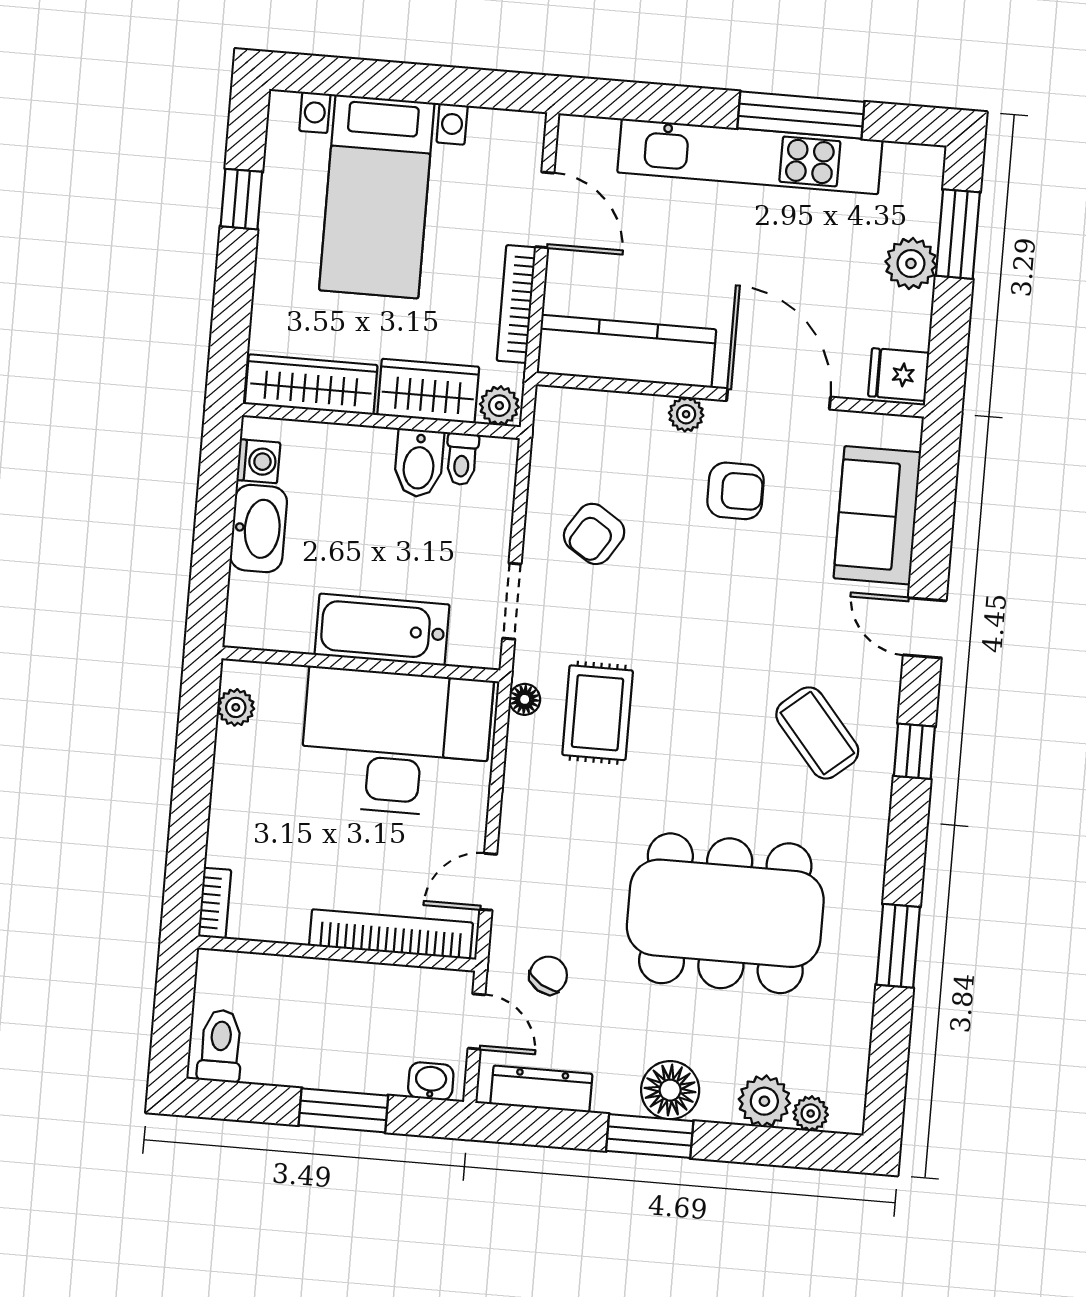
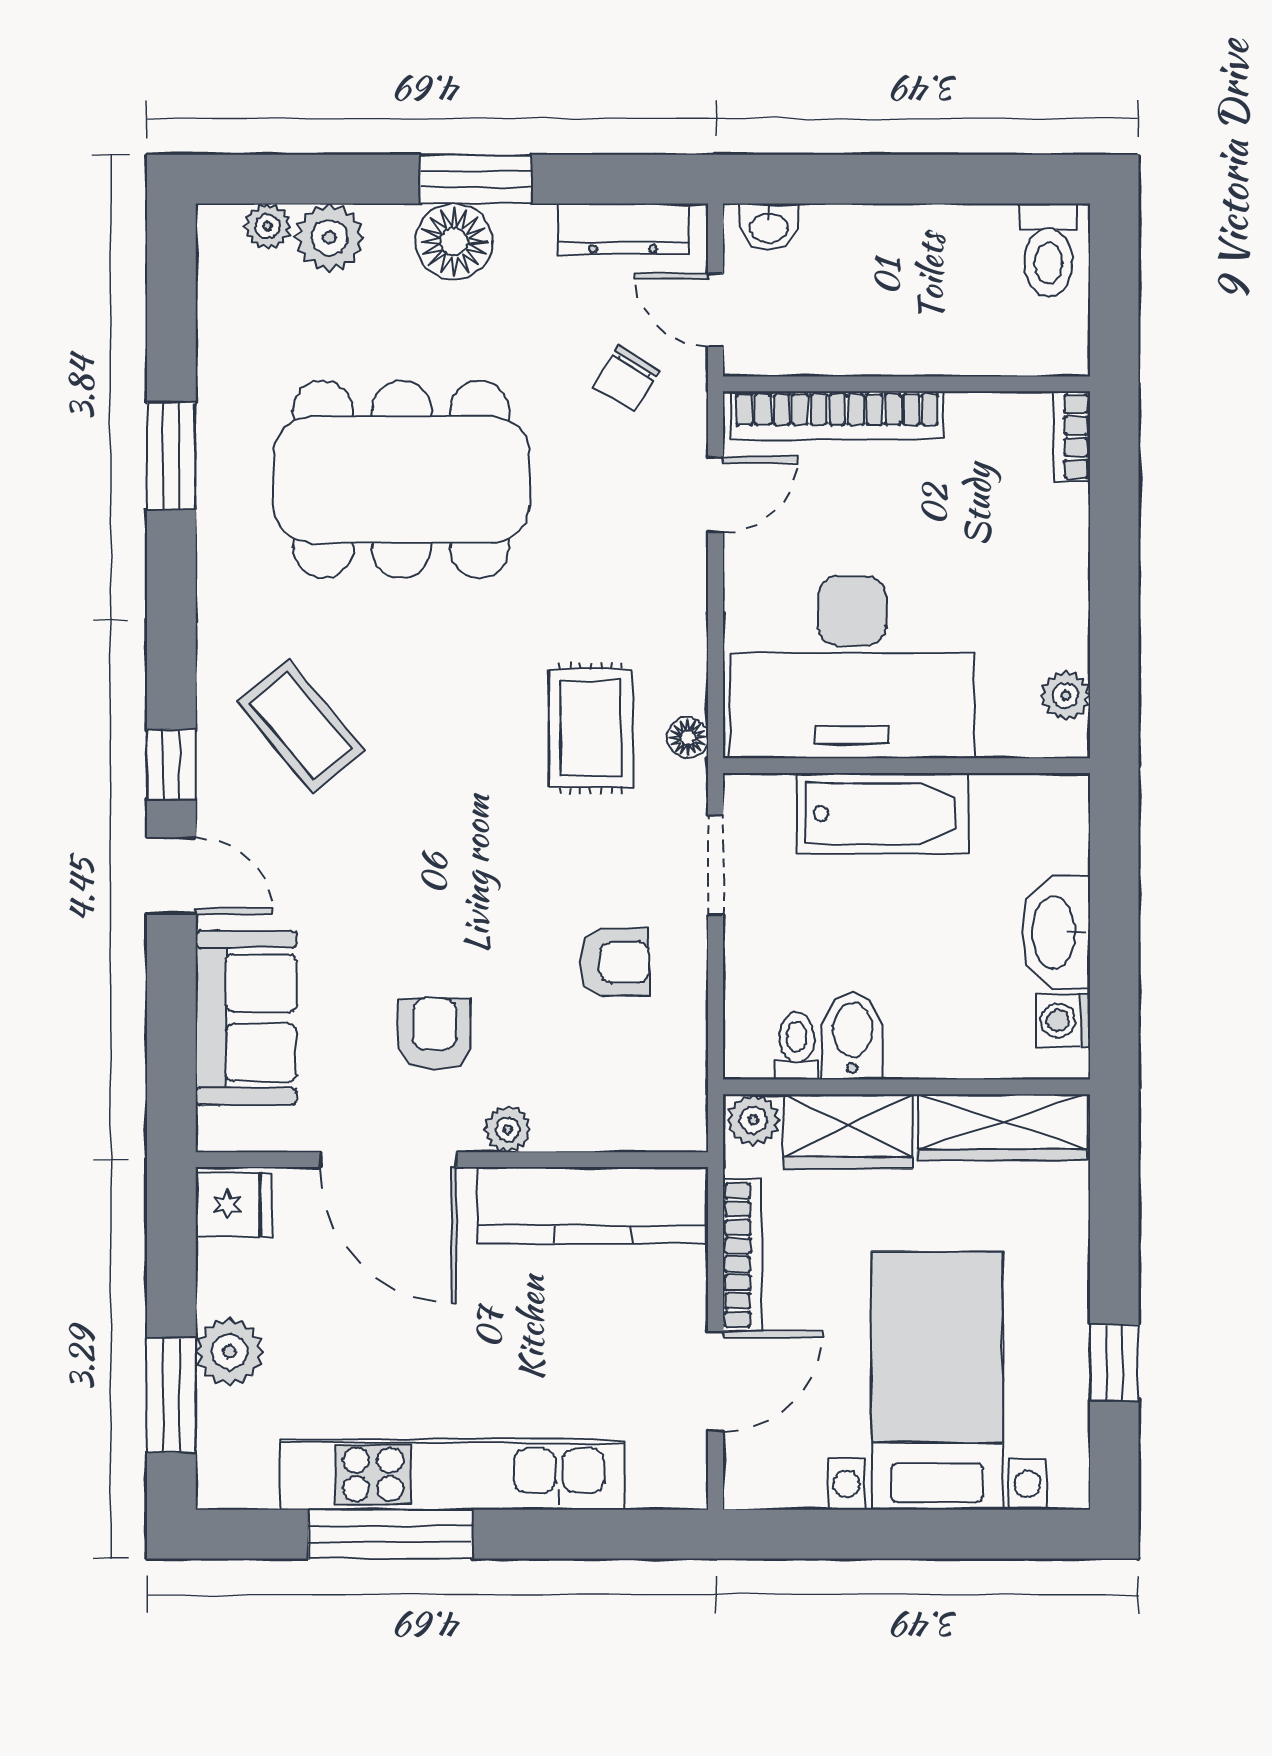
door: (545, 210) -> (715, 1382), swing flipped
armchair: (735, 491) -> (434, 1034), turned 90
armchair: (594, 534) -> (615, 962), turned 57
window: (914, 751) -> (171, 764), moved
window: (343, 1110) -> (880, 179), removed

